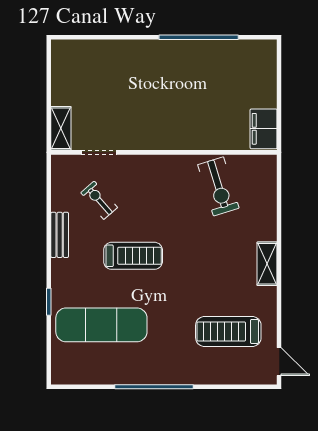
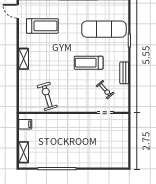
shelving: (61, 128) -> (24, 152), moved
filing cabinet: (264, 129) -> (25, 124), width x0.50

